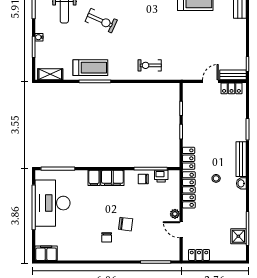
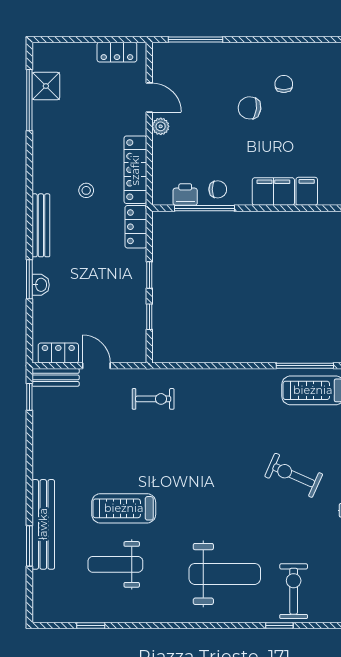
exercise bike: (150, 65) -> (153, 399), moved
door: (210, 81) -> (96, 366), swing flipped
washbasin: (241, 183) -> (41, 285), moved

